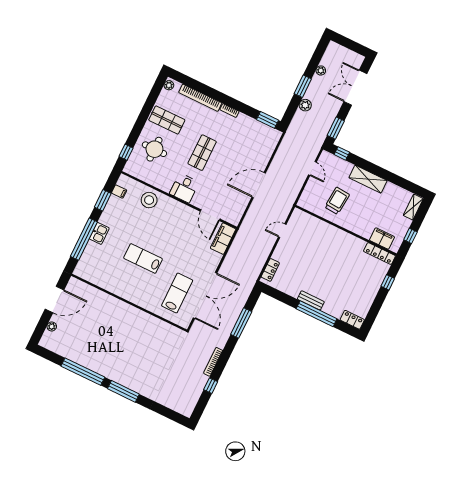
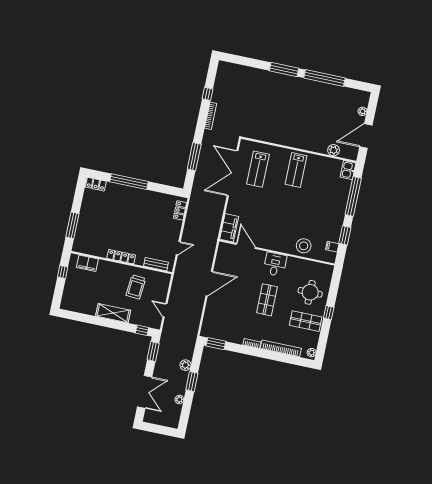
window: (126, 152) -> (329, 313), moved
shelving: (413, 207) -> (66, 298), removed
kitchen sink: (99, 233) -> (348, 170), moved
locker: (379, 254) -> (121, 257), moved
lab bench: (143, 258) -> (296, 170), moved, turned 90
window: (388, 282) -> (72, 225), width x2.17
plant: (92, 293) -> (334, 150), added
bench: (311, 300) -> (156, 264), moved

